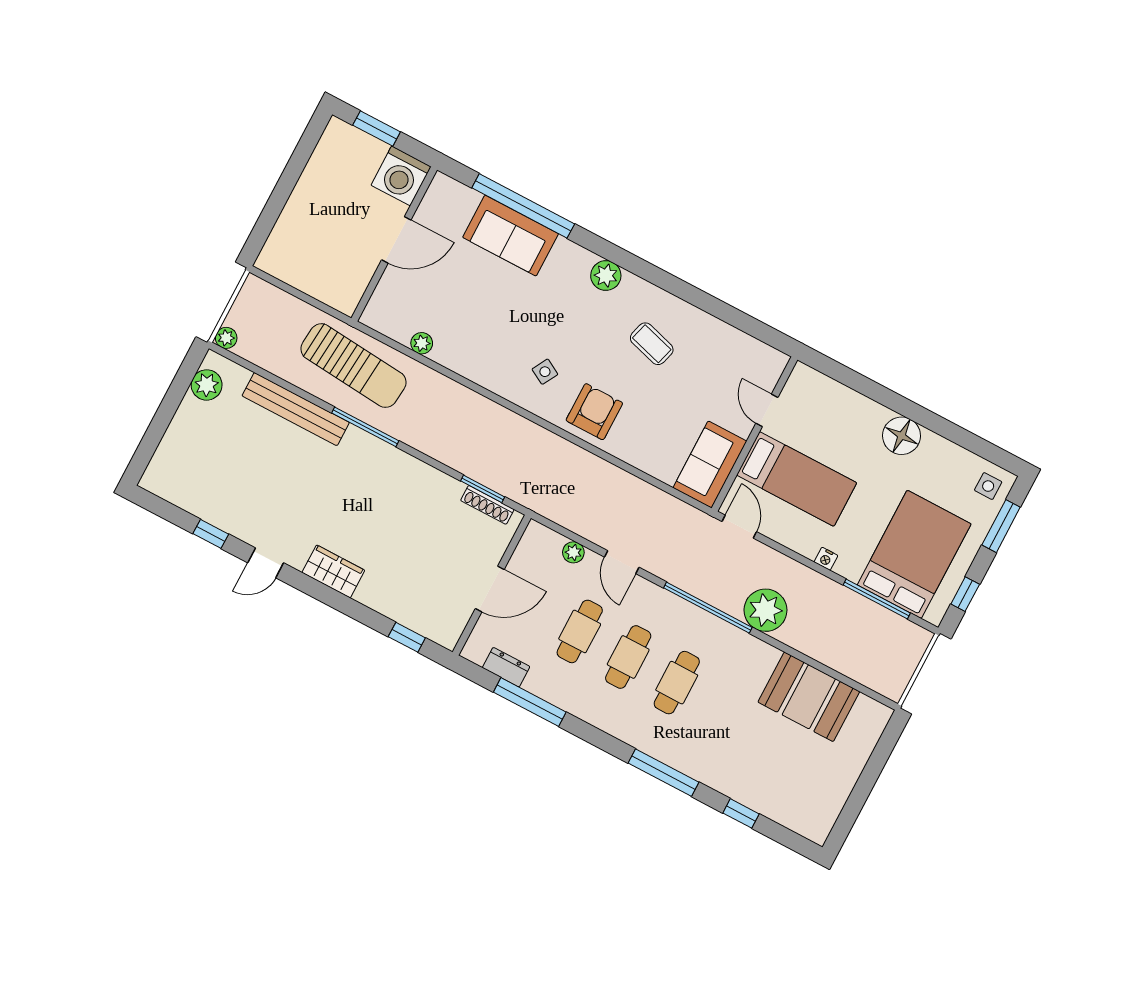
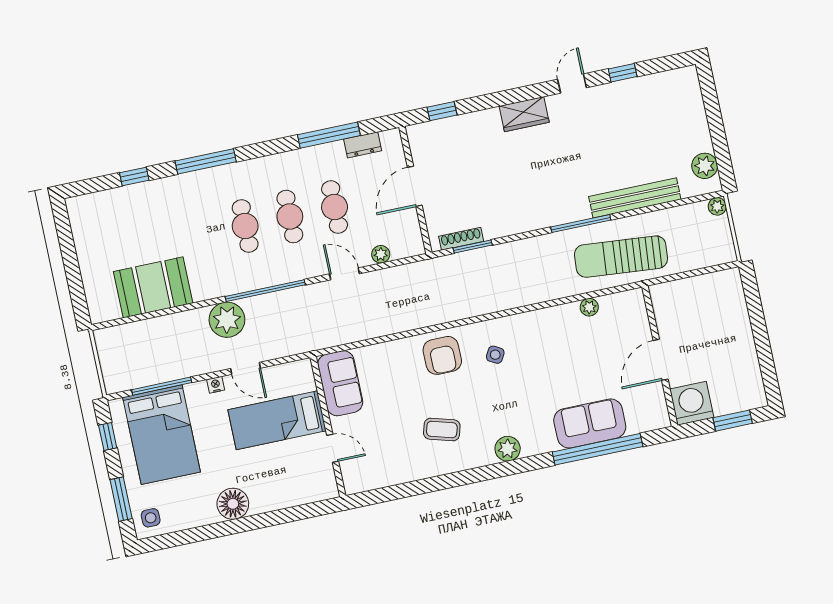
door: (739, 527) -> (246, 368), moved

